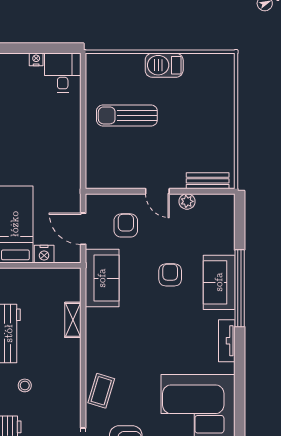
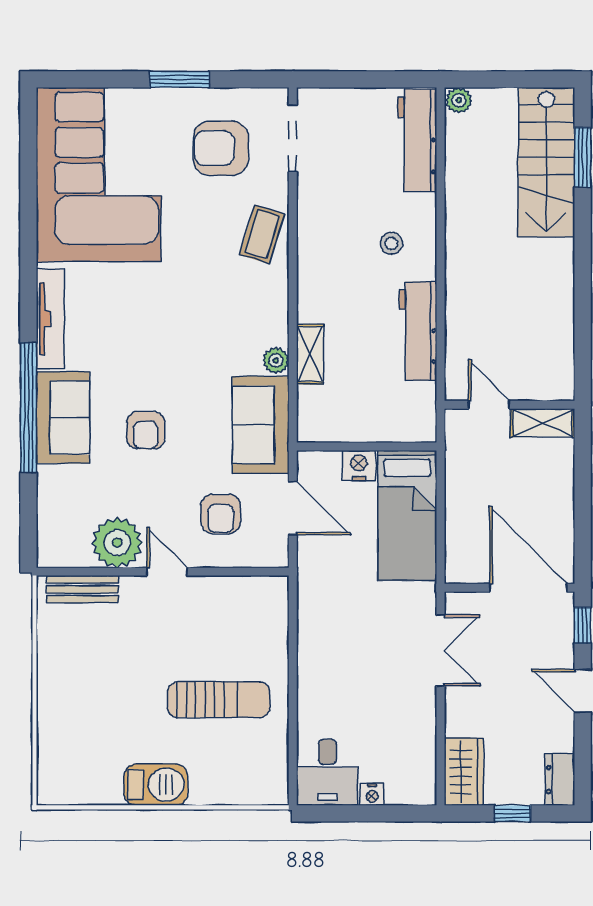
plant: (187, 201) -> (117, 543), width x1.87, depth x1.87
plant: (93, 316) -> (276, 360), added
tv unit: (227, 341) -> (50, 319), width x1.41

